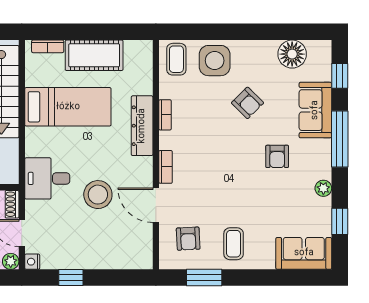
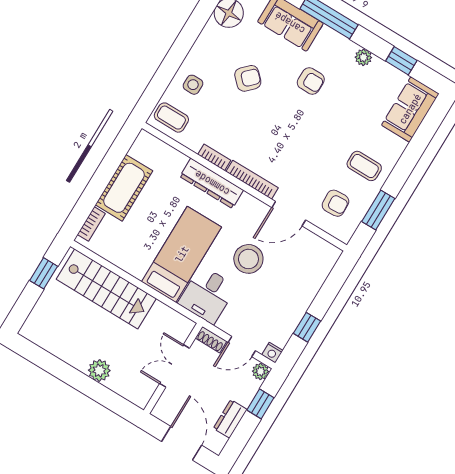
side table: (215, 61) -> (193, 85), width x0.54, depth x0.54
bed: (68, 107) -> (182, 254), moved
bookcase: (166, 167) -> (252, 180), width x1.56

